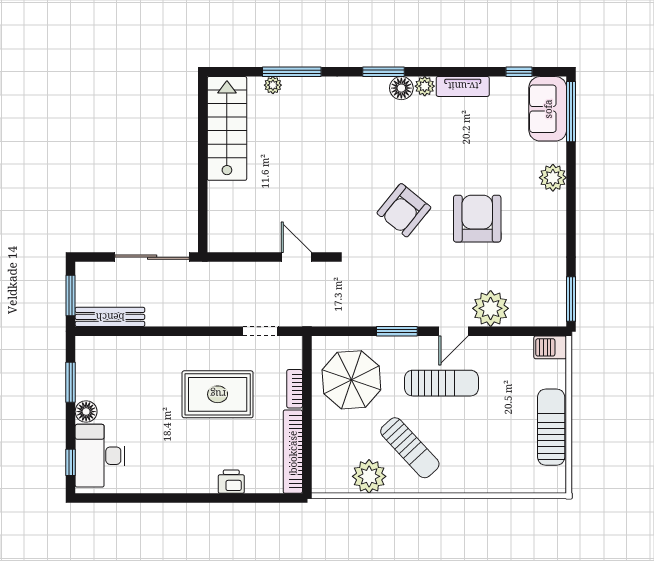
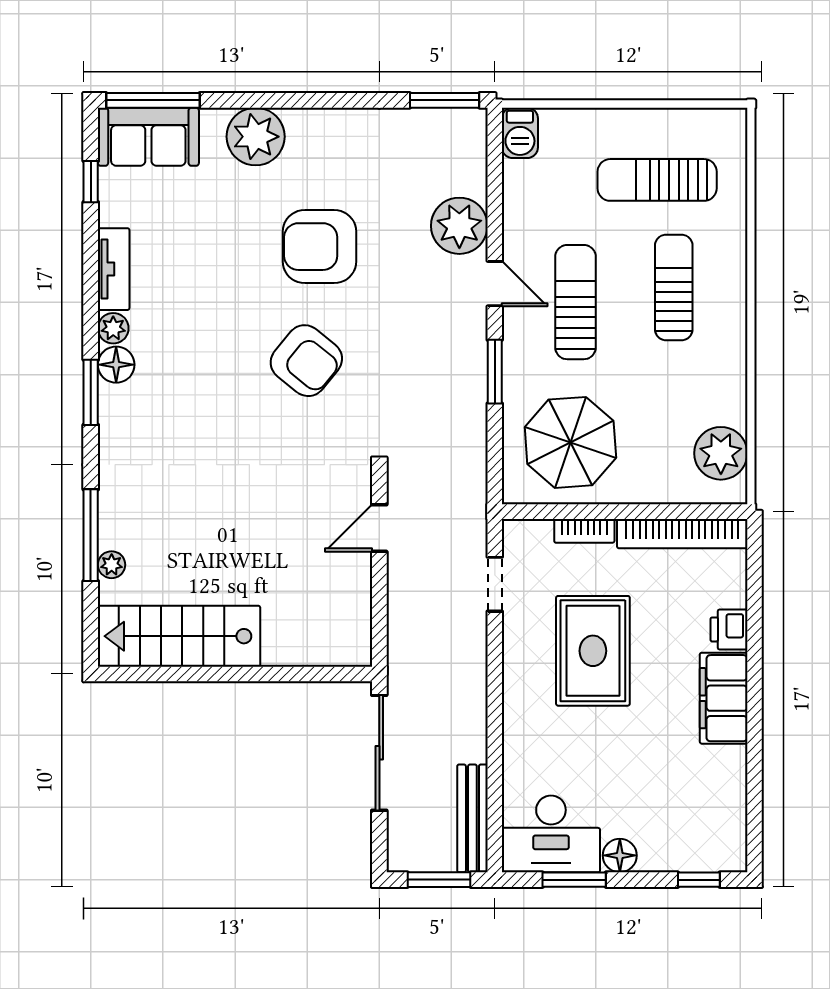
plant: (553, 178) -> (256, 137), width x1.36, depth x1.36
sun lounger: (551, 427) -> (657, 180), moved
sun lounger: (410, 448) -> (674, 287), moved, turned -47
desk: (100, 456) -> (551, 834), moved
plant: (369, 476) -> (721, 453), moved
filing cabinet: (187, 478) -> (724, 698), added

